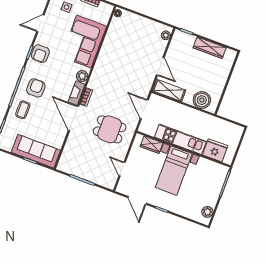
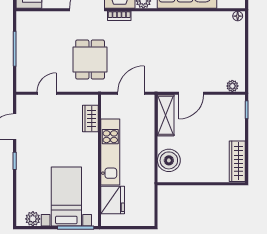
wardrobe: (210, 48) -> (237, 161), moved
bed with nightstands: (174, 171) -> (66, 197), moved, turned 90

